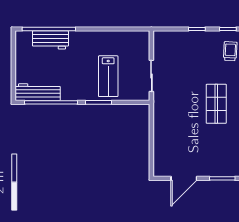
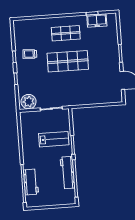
plant: (164, 45) -> (29, 102), added
workbench: (38, 92) -> (67, 173), moved
shop shelf: (216, 104) -> (68, 61), width x1.43, depth x1.36

